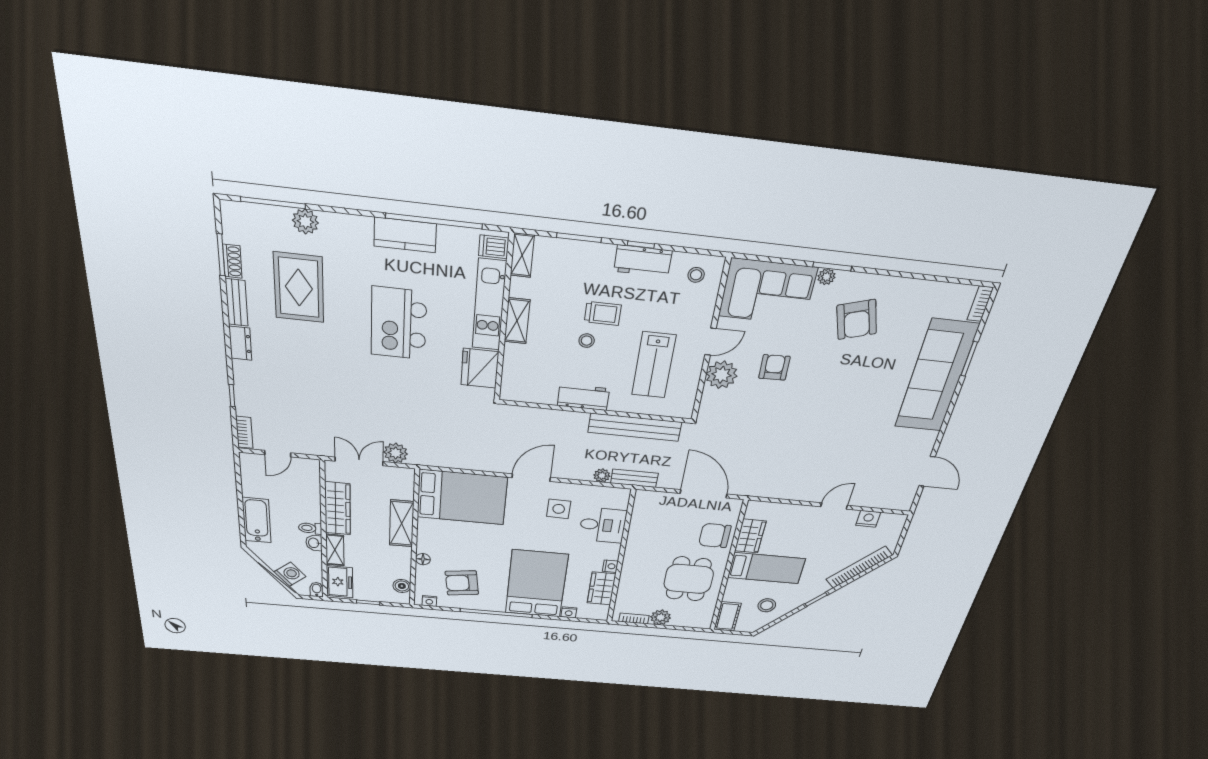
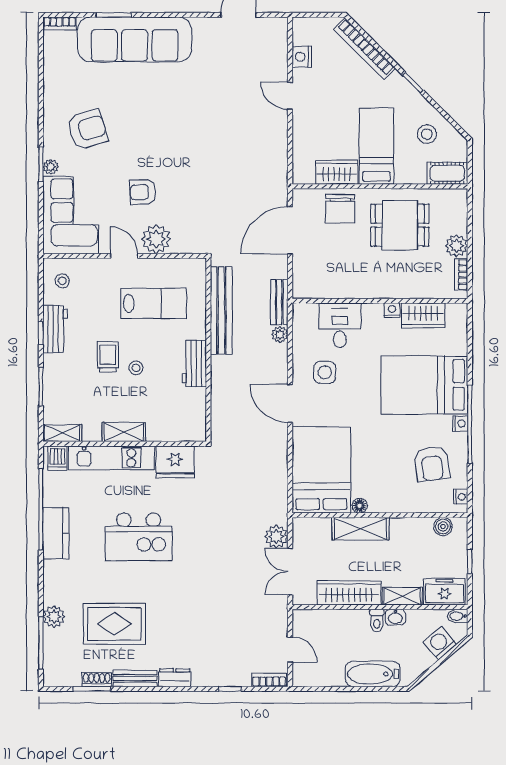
floor lamp: (423, 559) -> (360, 506), moved
nightstand: (569, 612) -> (460, 424), moved

